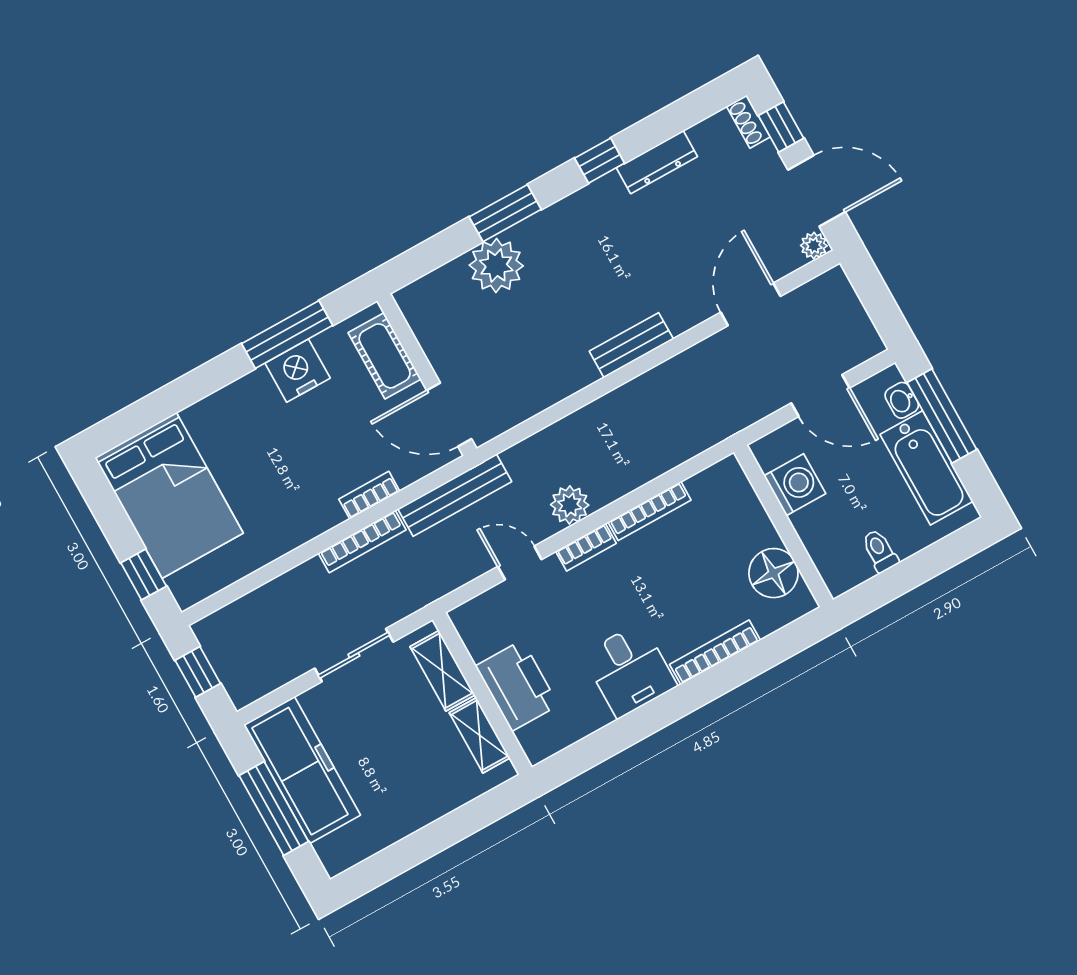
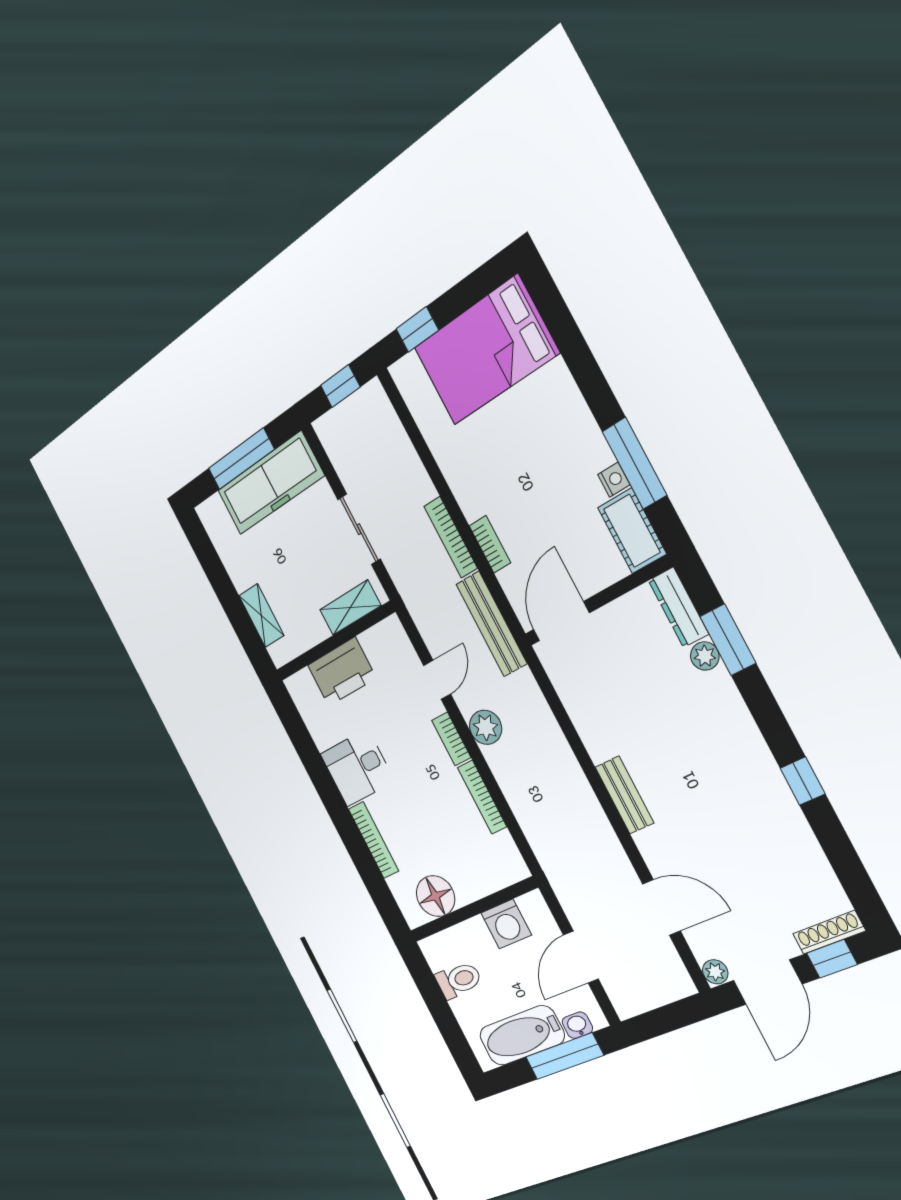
shoe rack: (748, 122) -> (829, 932), width x1.43
dresser: (657, 162) -> (678, 607), moved
window: (505, 213) -> (728, 640), moved
plant: (496, 265) -> (705, 656), width x0.53, depth x0.53
cot: (385, 356) -> (632, 531), moved, turned 90
nightstand: (298, 371) -> (614, 480), width x0.53, depth x0.56
toilet: (880, 551) -> (459, 980), width x1.37, depth x1.39
shelving: (480, 735) -> (261, 616), moved, turned 90

